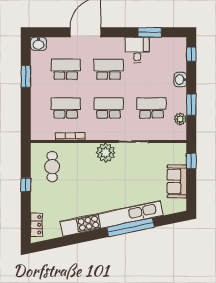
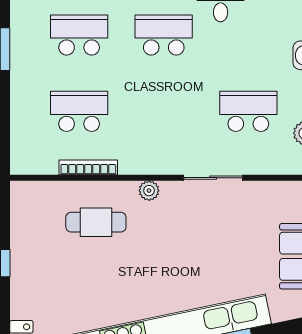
school desk: (109, 108) -> (164, 111), removed
plant: (106, 153) -> (149, 191), width x0.53, depth x0.53
cafe table: (52, 167) -> (96, 222), moved, turned 90

